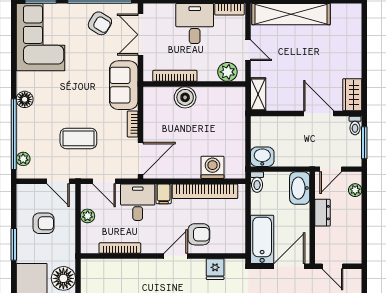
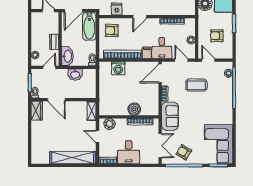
floor lamp: (25, 99) -> (228, 108), removed
washbasin: (262, 157) -> (75, 75), moved
armchair: (199, 234) -> (112, 31), moved

